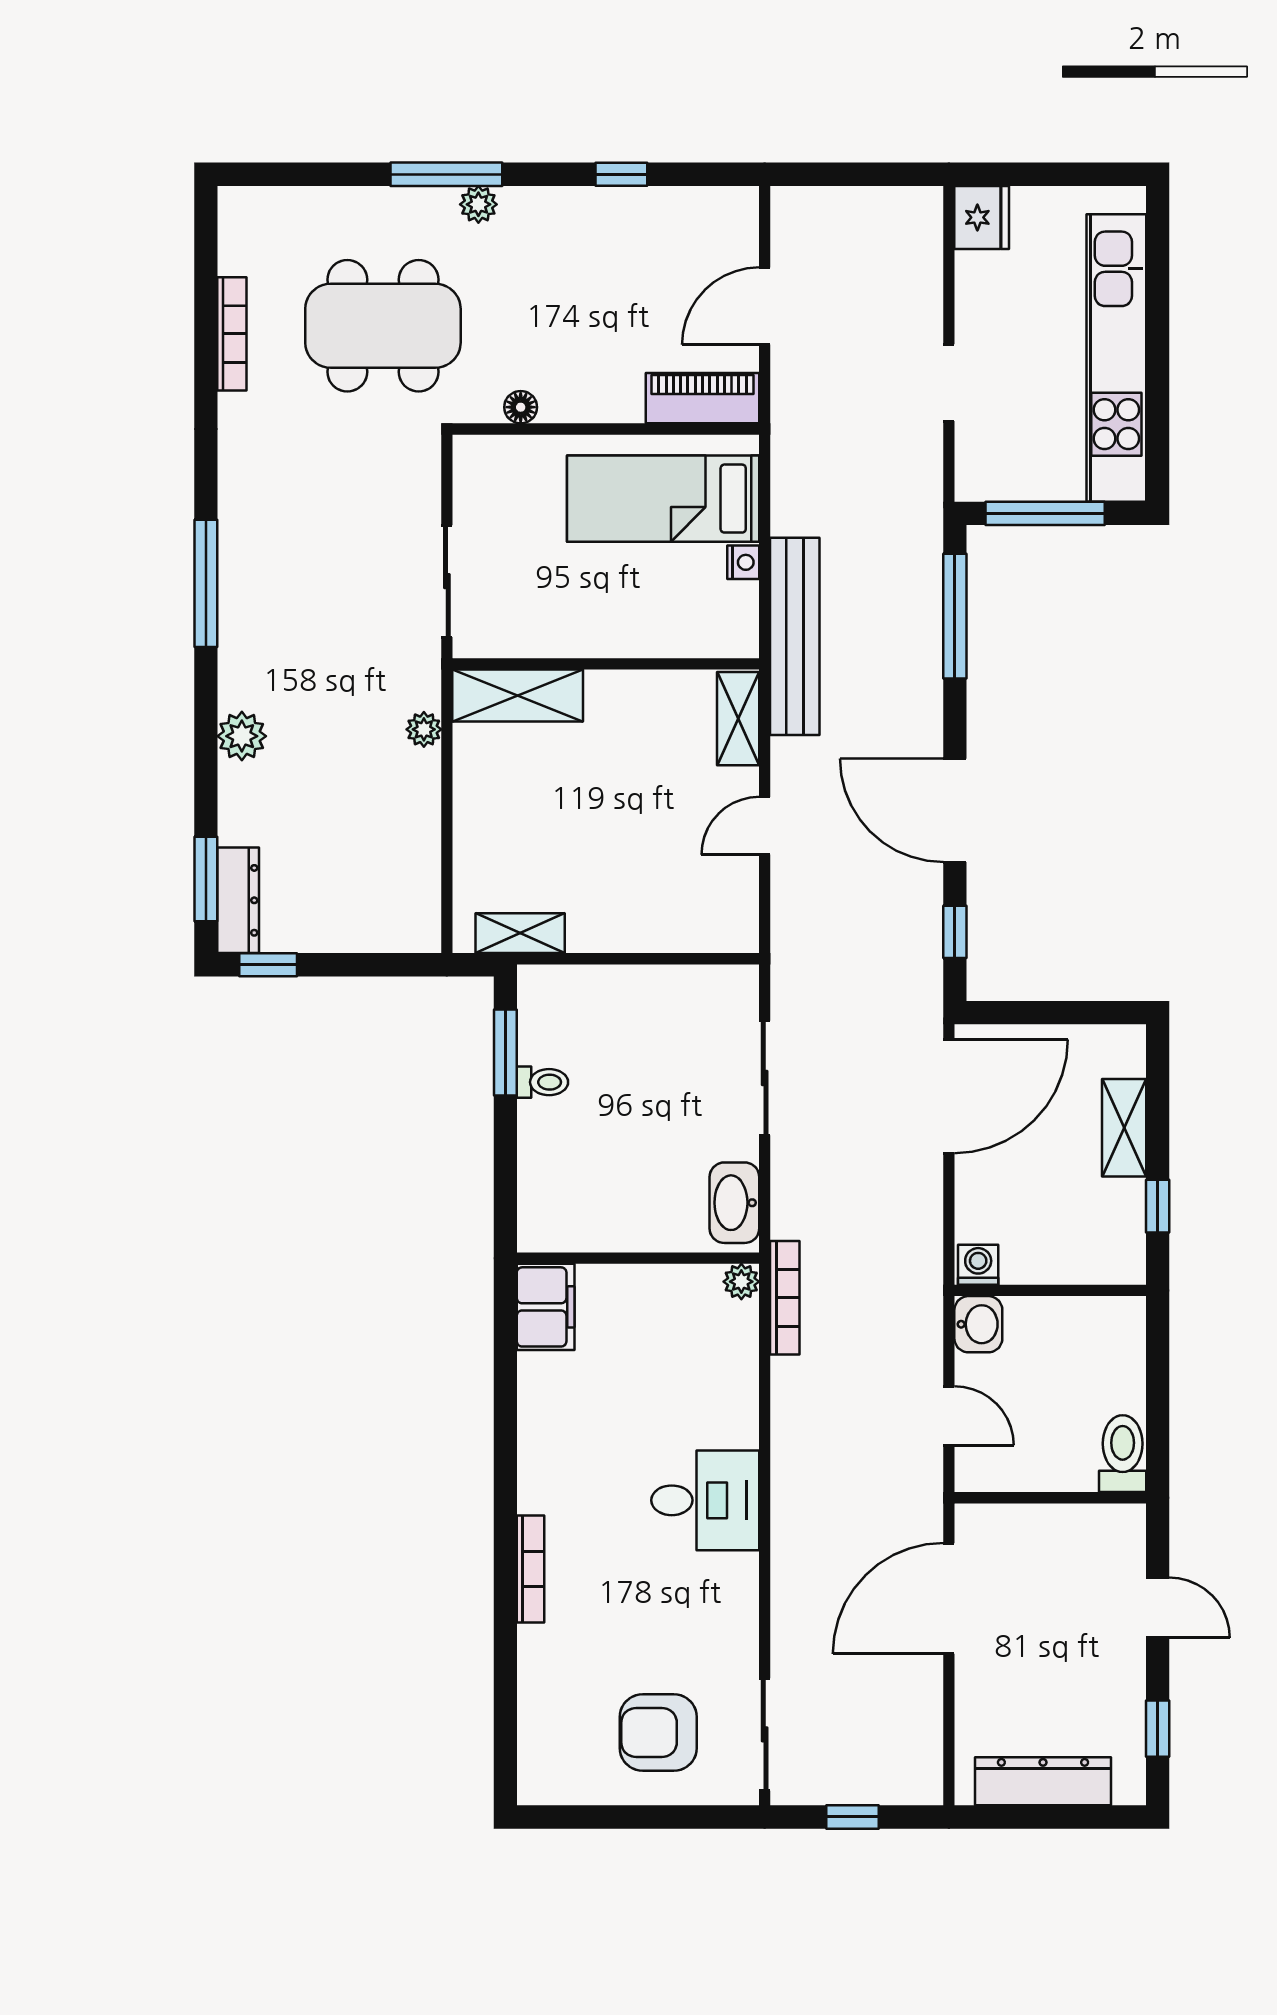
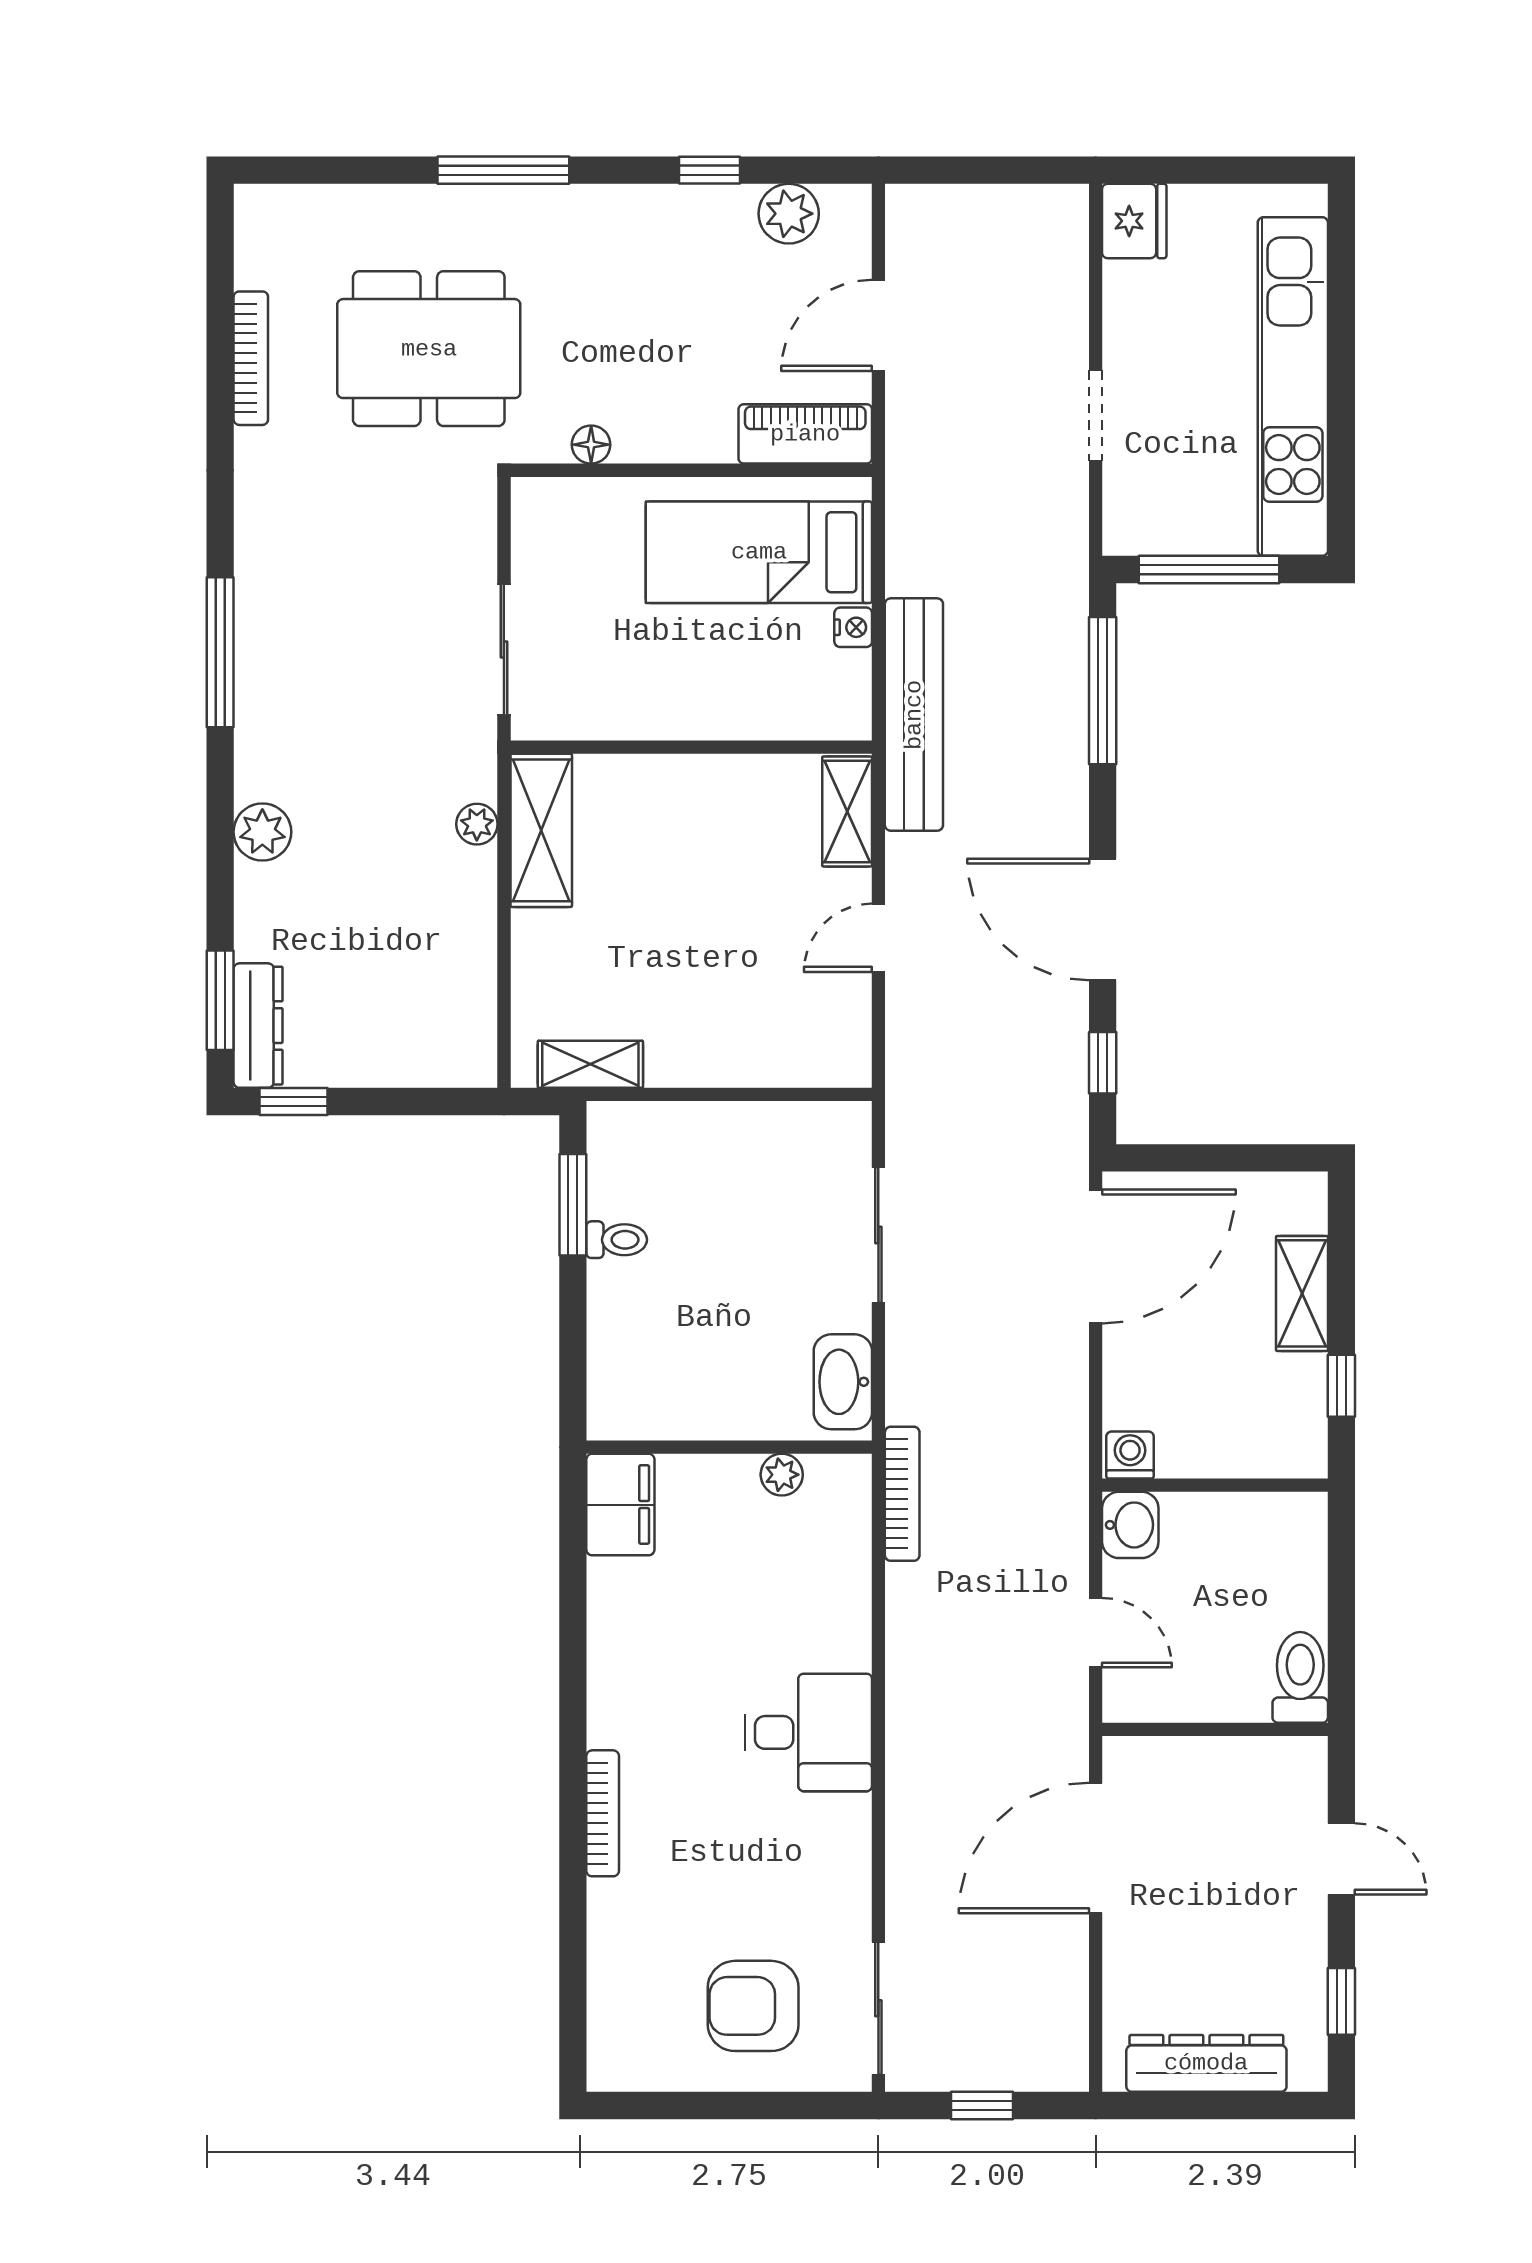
plant: (478, 204) -> (789, 214), moved, width x1.38, depth x1.38
shelving: (518, 696) -> (541, 830), moved, turned 90
plant: (741, 1282) -> (782, 1475), moved

